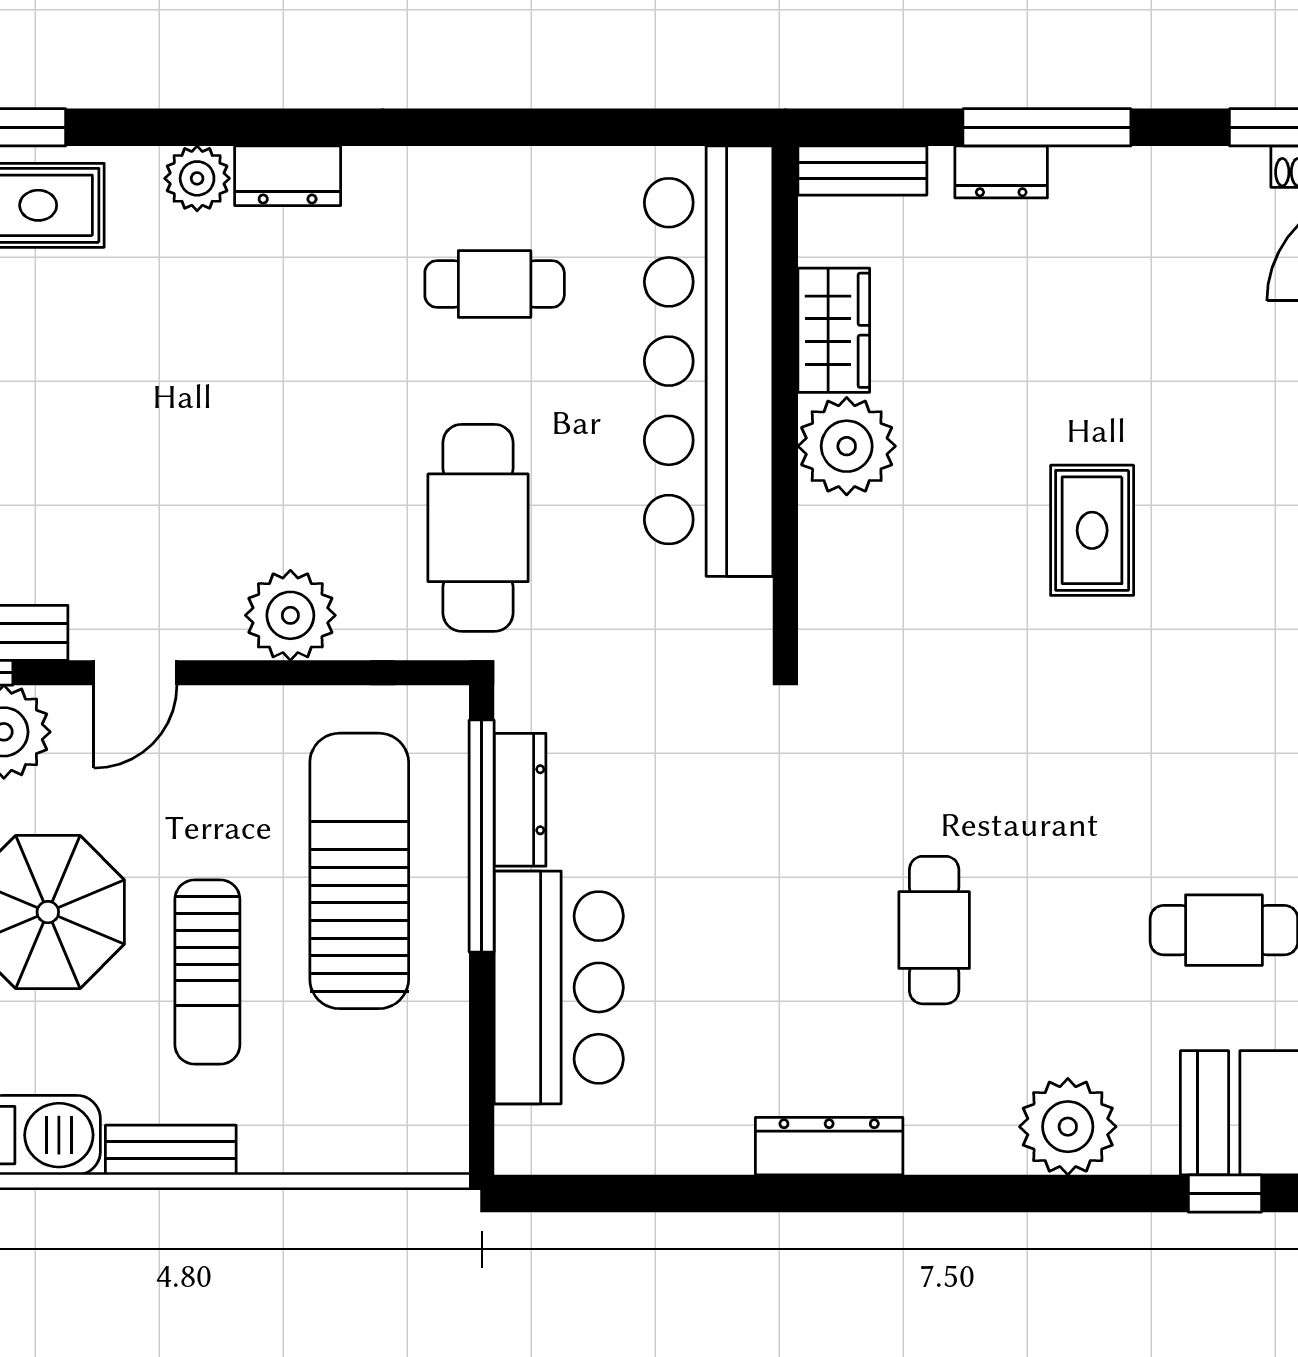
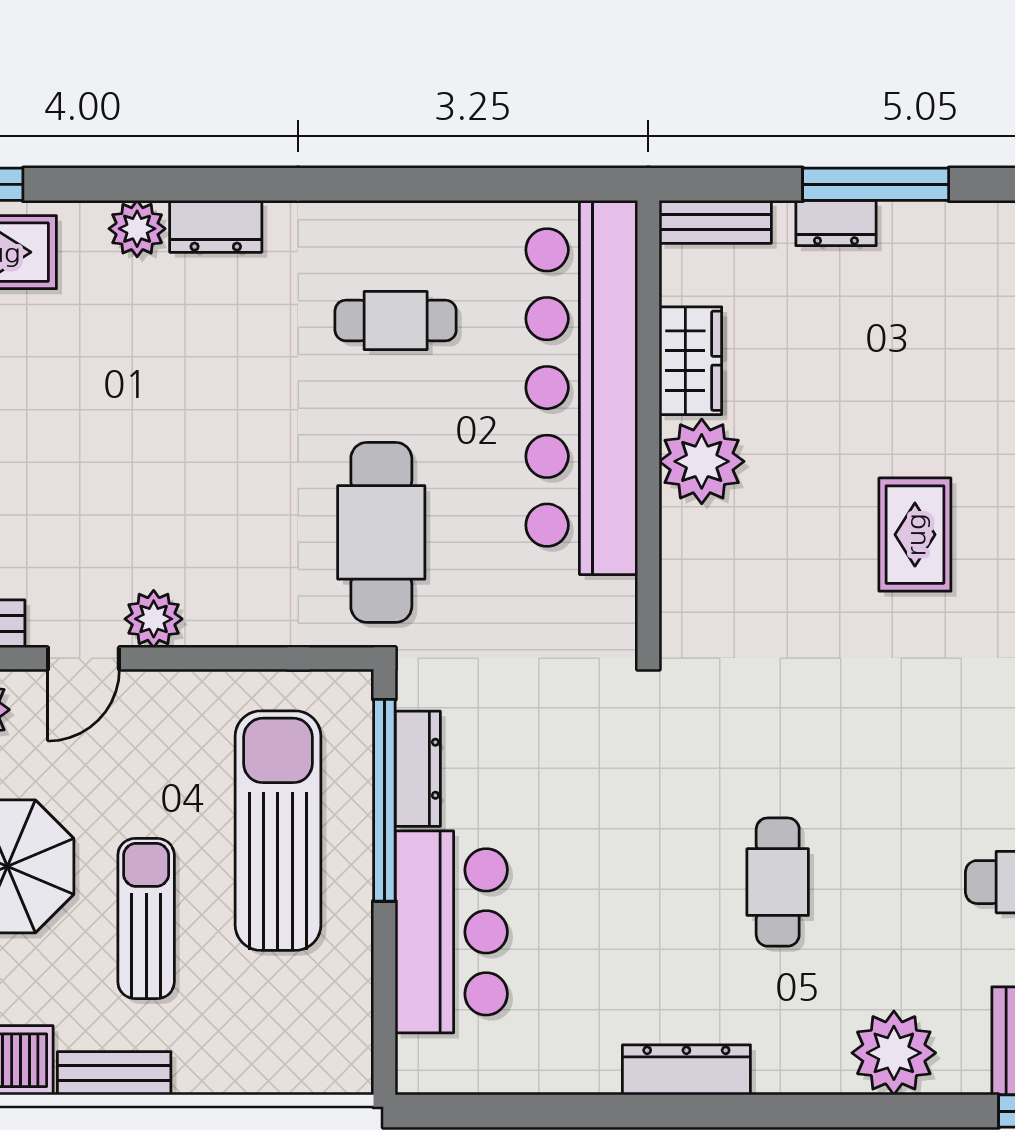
plant: (290, 615) -> (154, 619), moved, width x0.73, depth x0.73
sun lounger: (207, 972) -> (146, 918), turned 180

